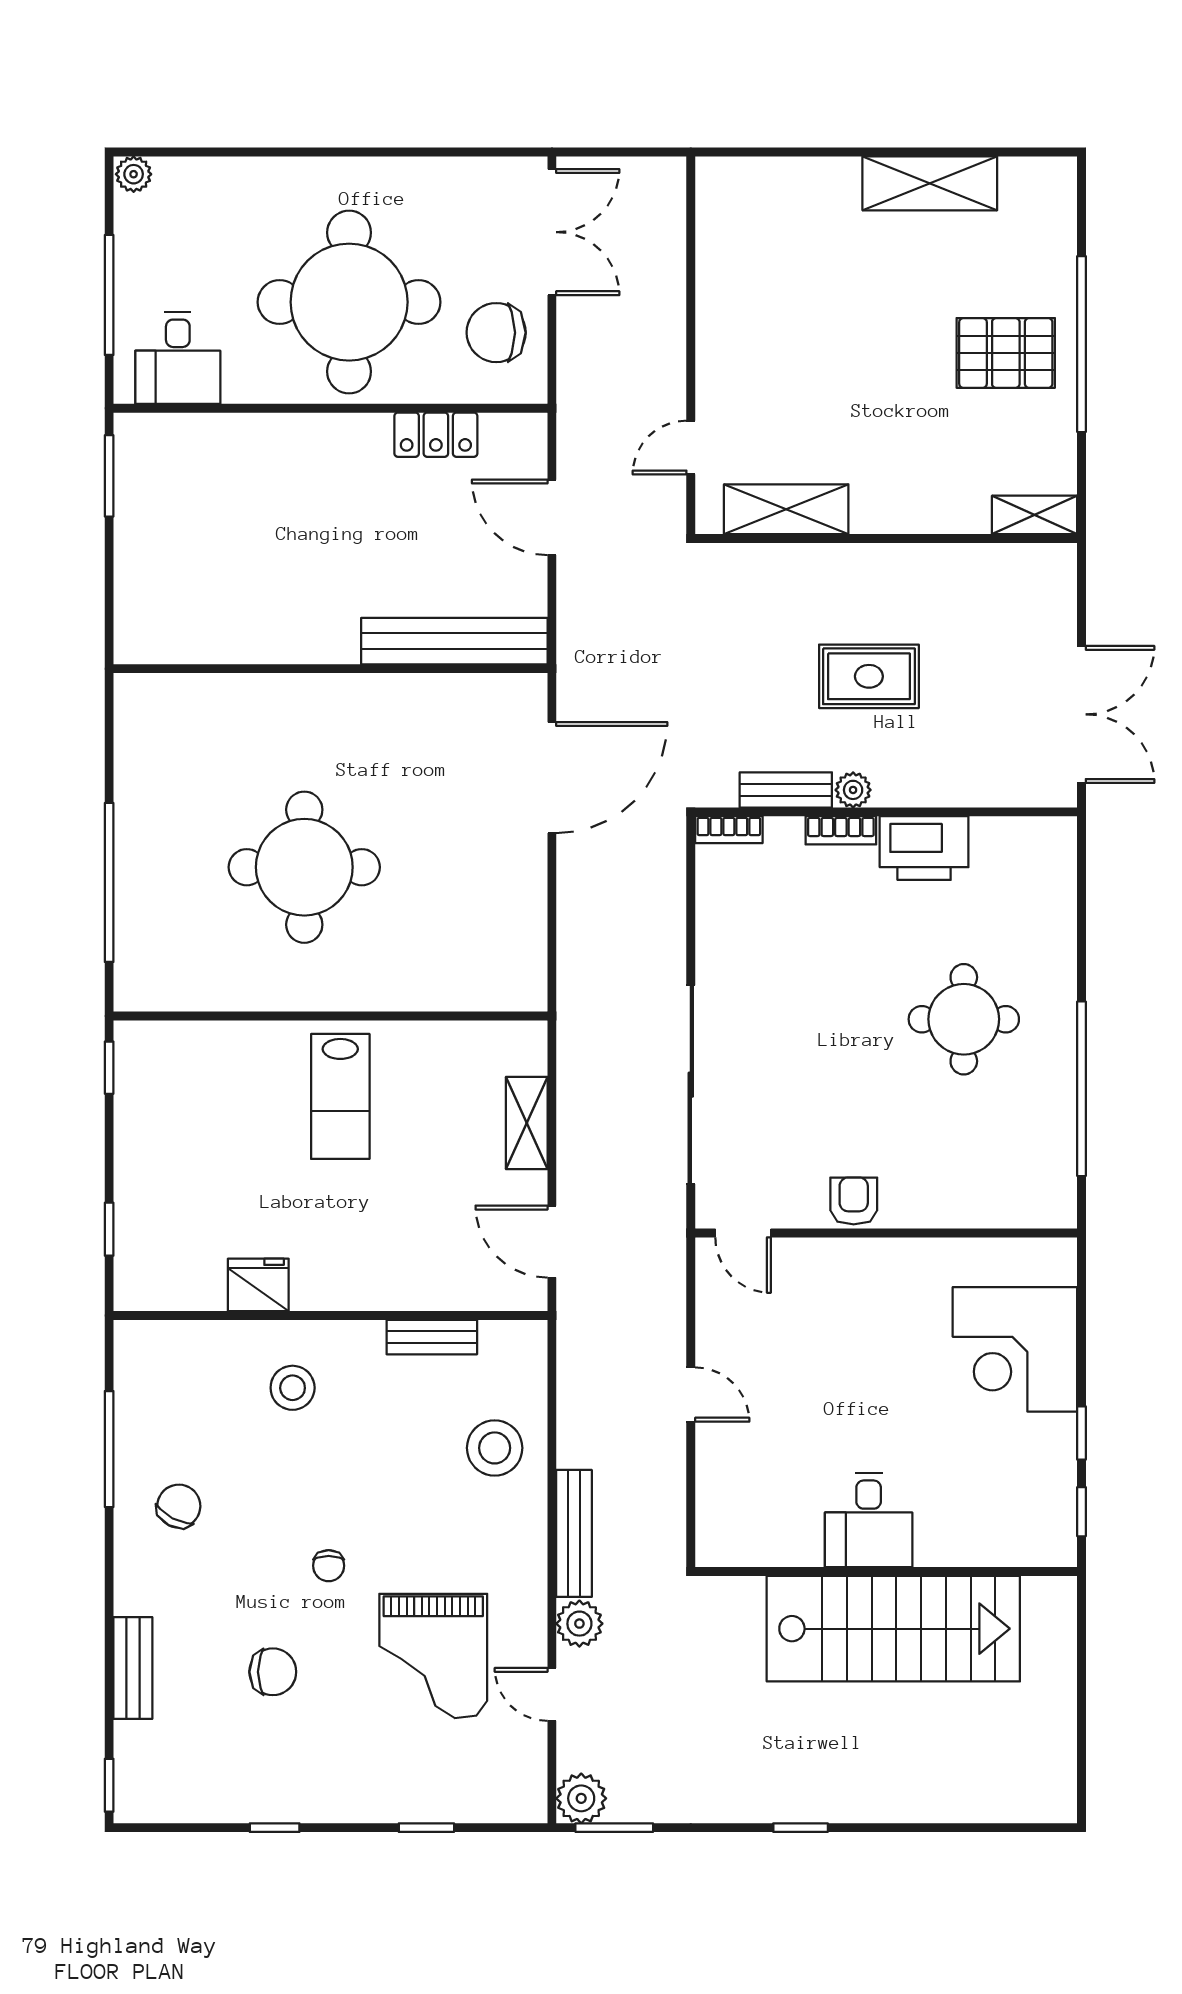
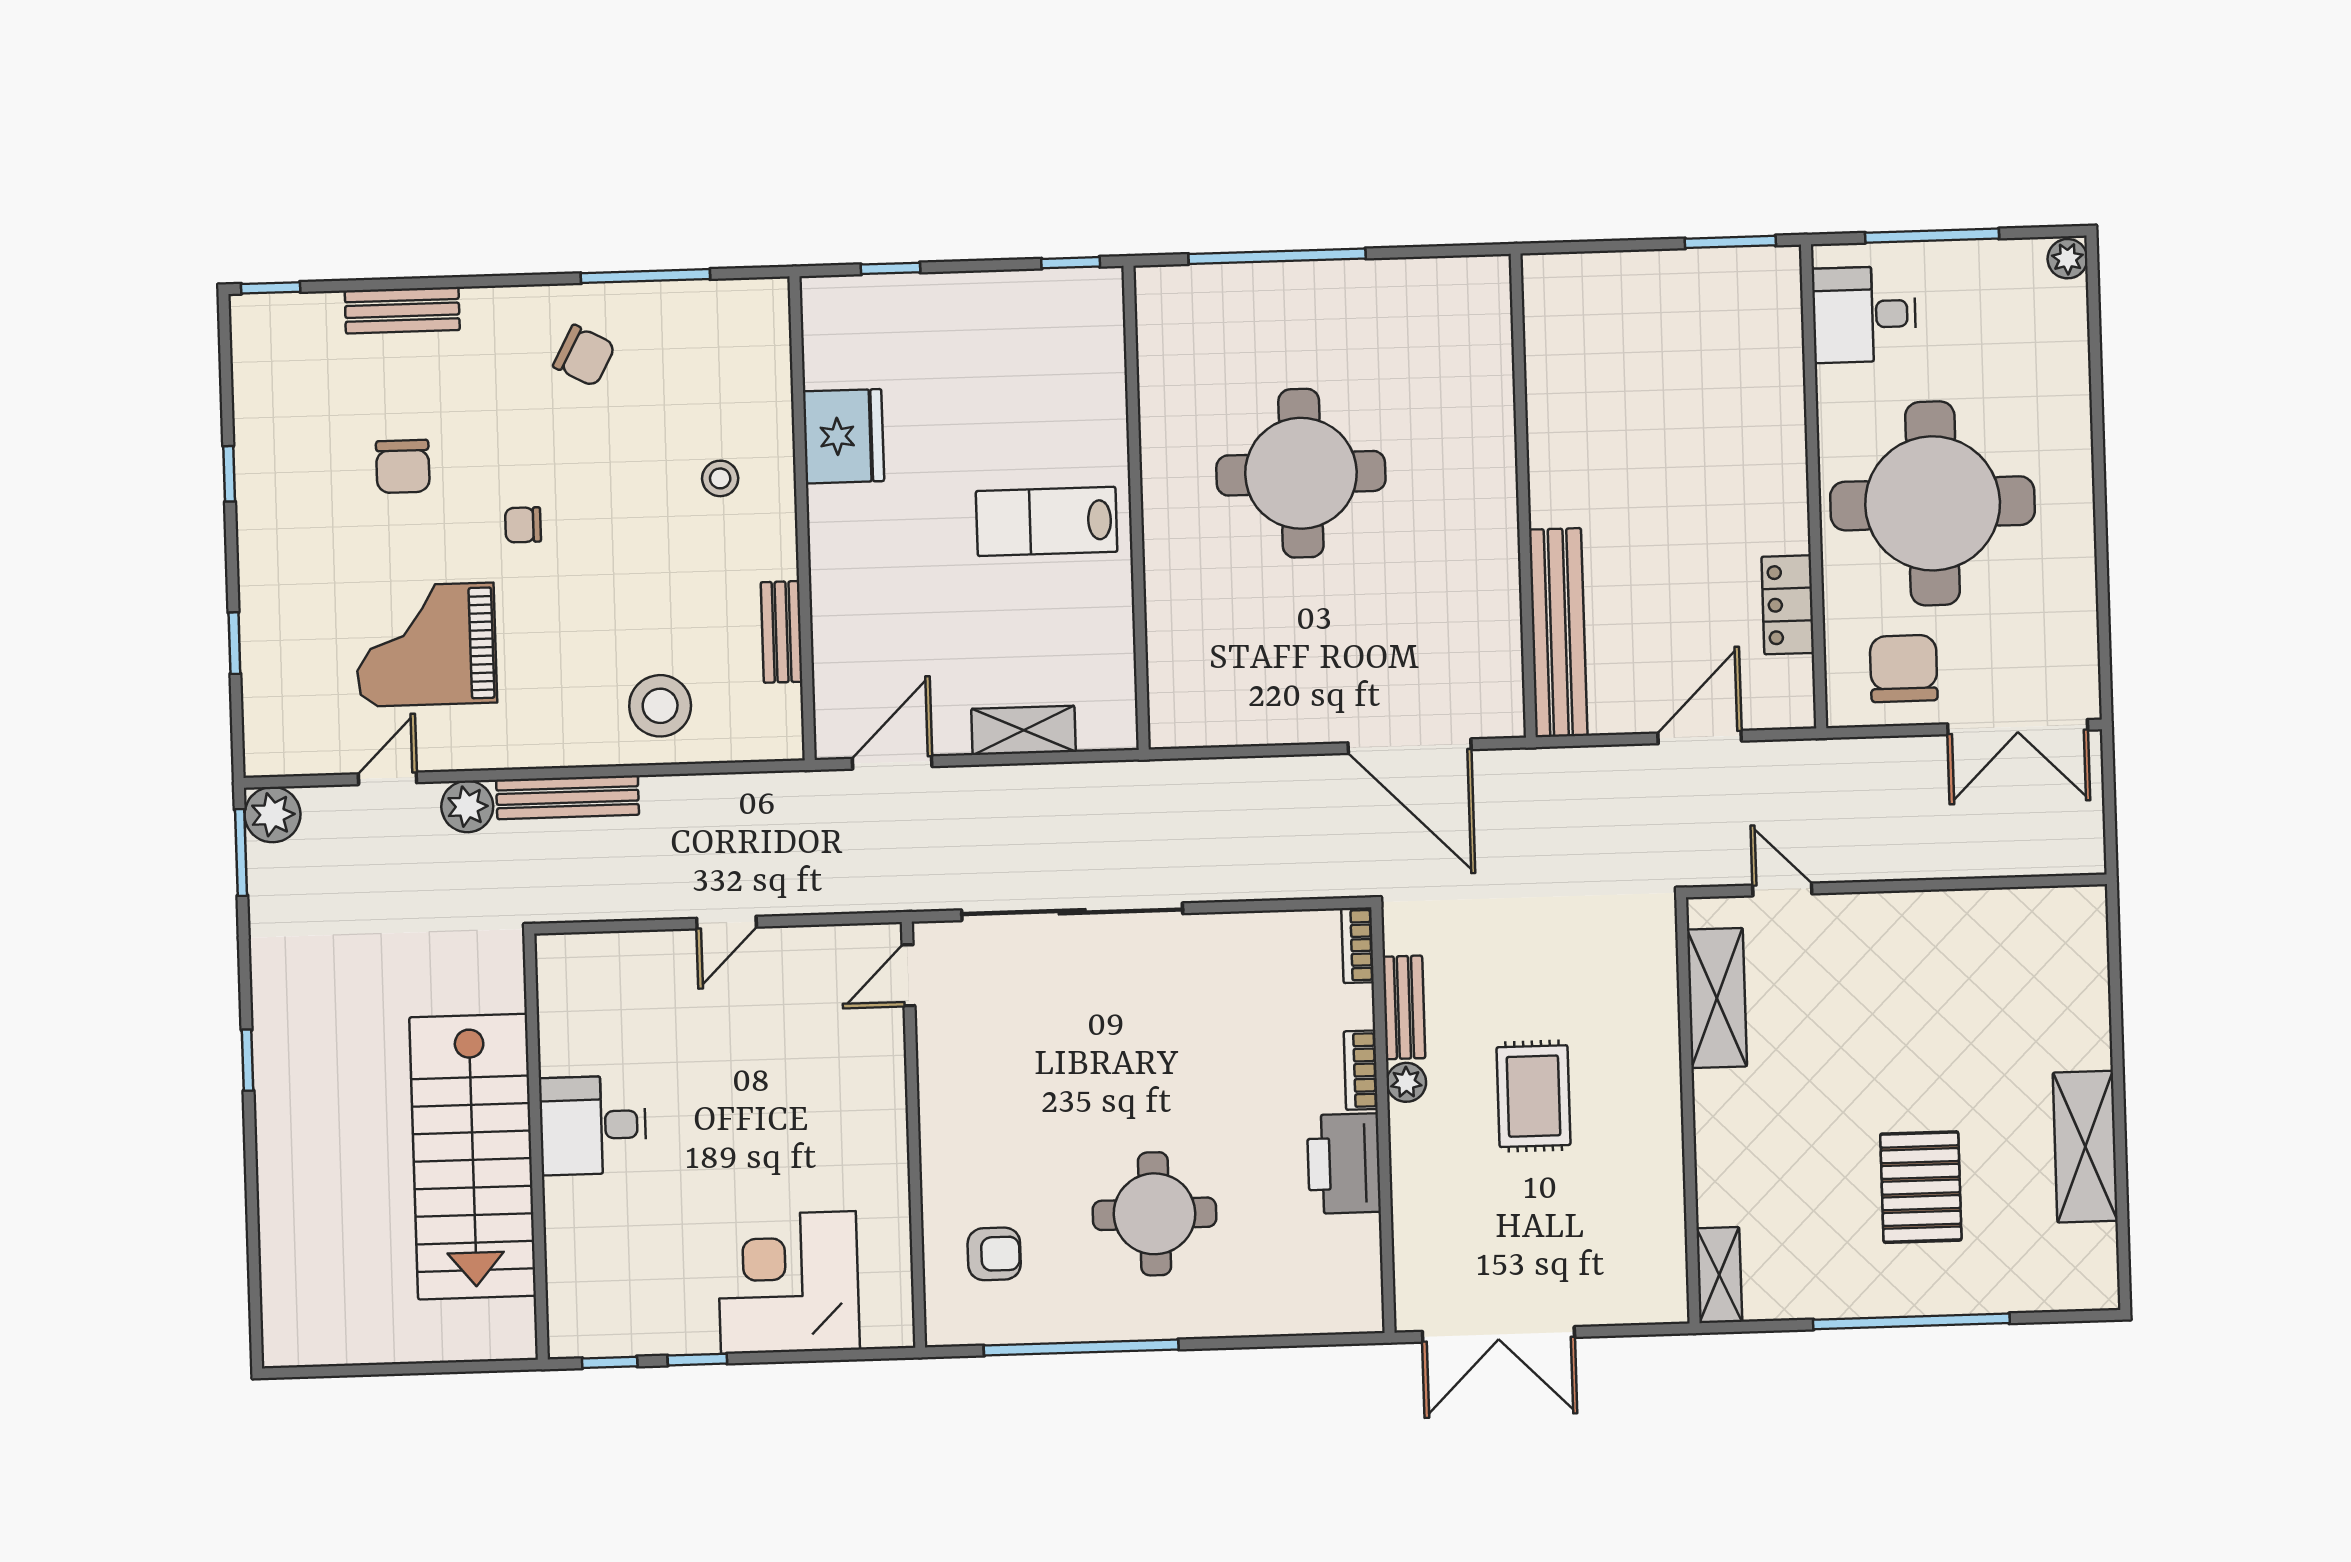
pallet: (1006, 353) -> (1921, 1187), moved
armchair: (854, 1201) -> (994, 1254), moved
fridge: (258, 1285) -> (844, 436), width x1.36, depth x1.34
stool: (293, 1388) -> (720, 478), width x0.73, depth x0.73

